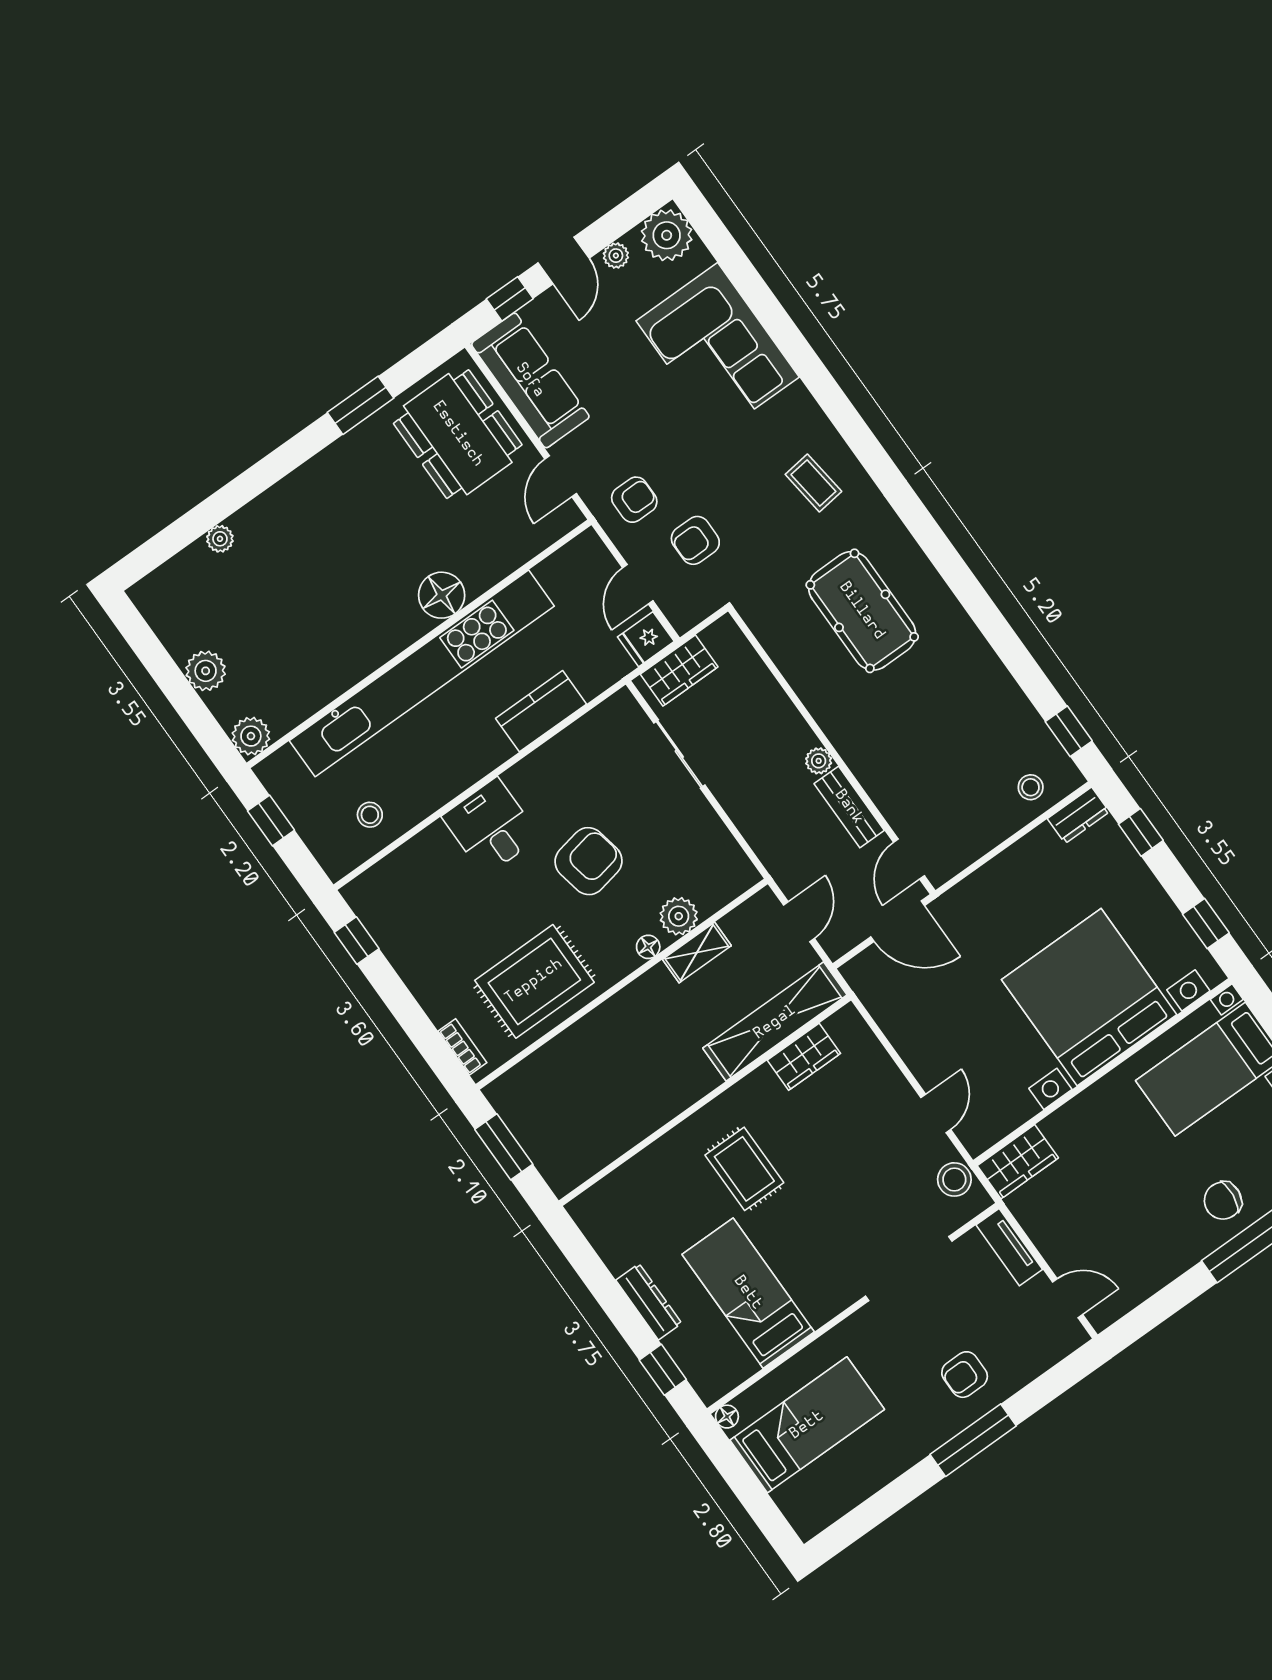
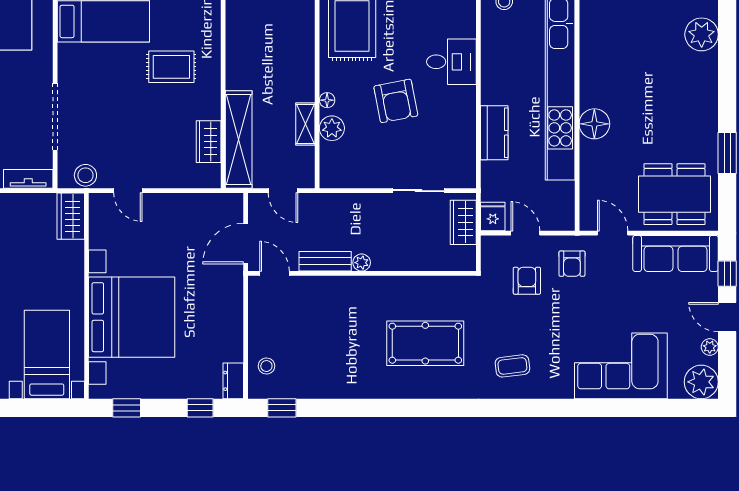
plant: (220, 539) -> (702, 34), width x1.87, depth x1.87

